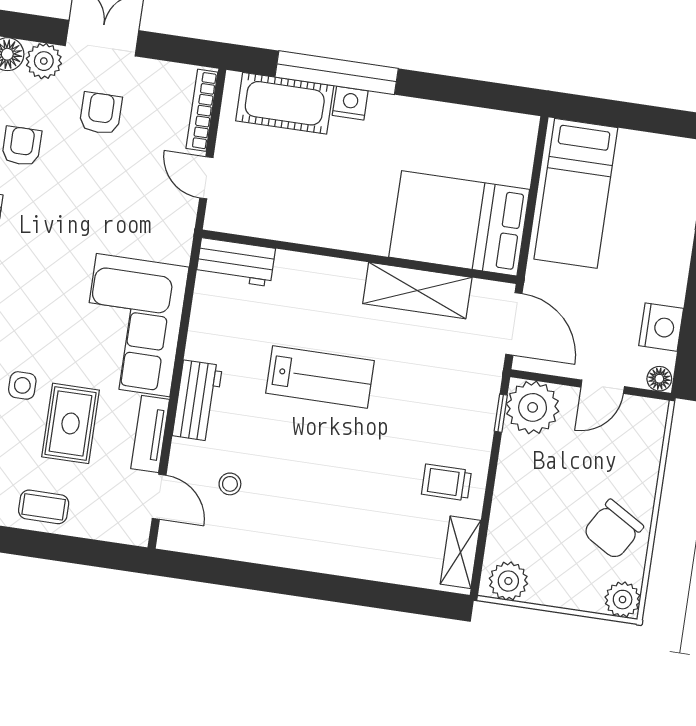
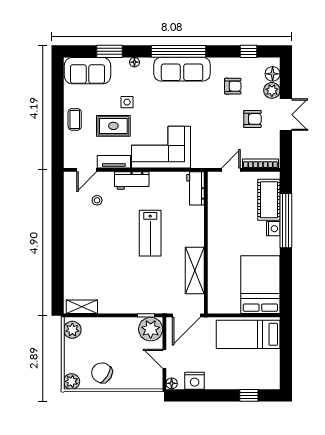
bed: (459, 223) -> (260, 285), moved
trolley: (446, 482) -> (112, 296), removed

